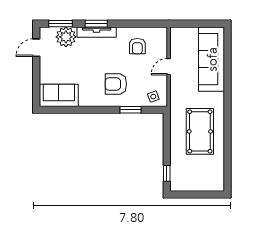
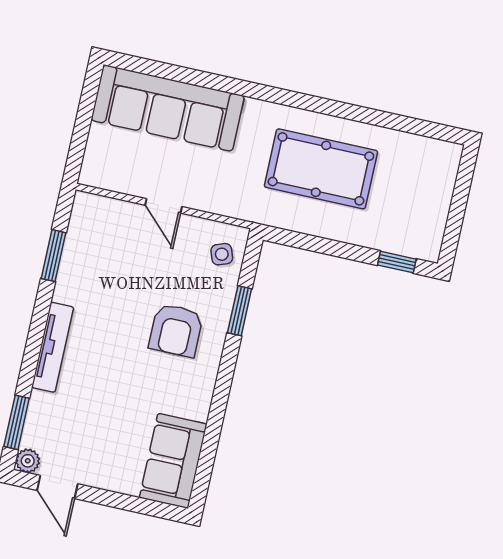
window: (96, 24) -> (54, 256), moved
plant: (66, 37) -> (28, 461), moved, width x0.53, depth x0.53
armchair: (137, 46) -> (103, 265), removed

